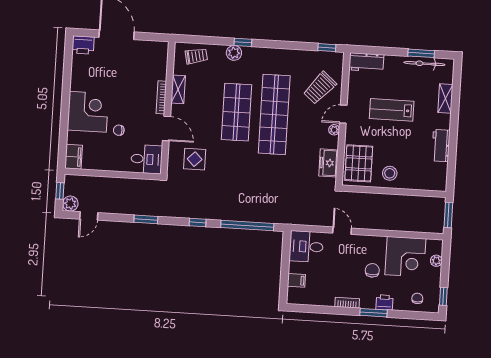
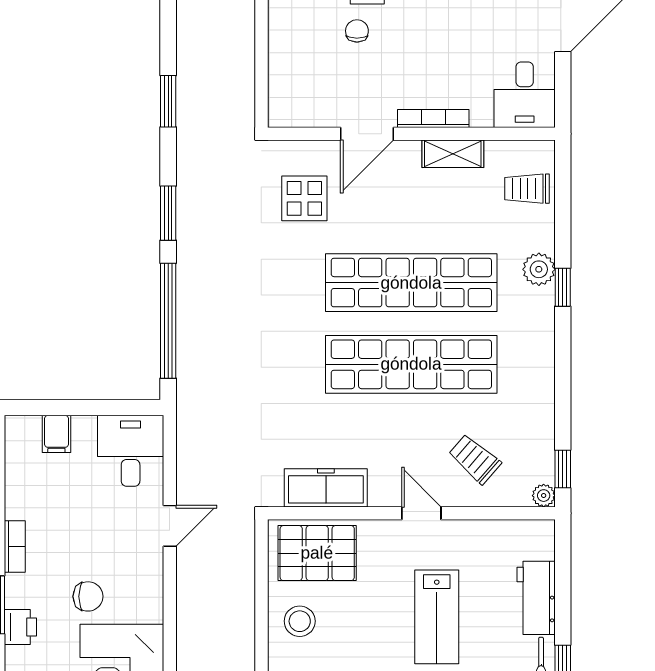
trolley: (196, 56) -> (527, 189), turned 102
workbench: (366, 62) -> (536, 598), moved
trolley: (320, 88) -> (475, 459), width x0.73, depth x0.72
lab bench: (392, 110) -> (437, 617), turned 180
shop shelf: (236, 112) -> (411, 283), width x1.40
plant: (334, 130) -> (544, 496), moved
desk: (147, 159) -> (525, 95), moved
freezer: (329, 163) -> (326, 488), width x1.40
window: (198, 223) -> (168, 213), width x1.50

